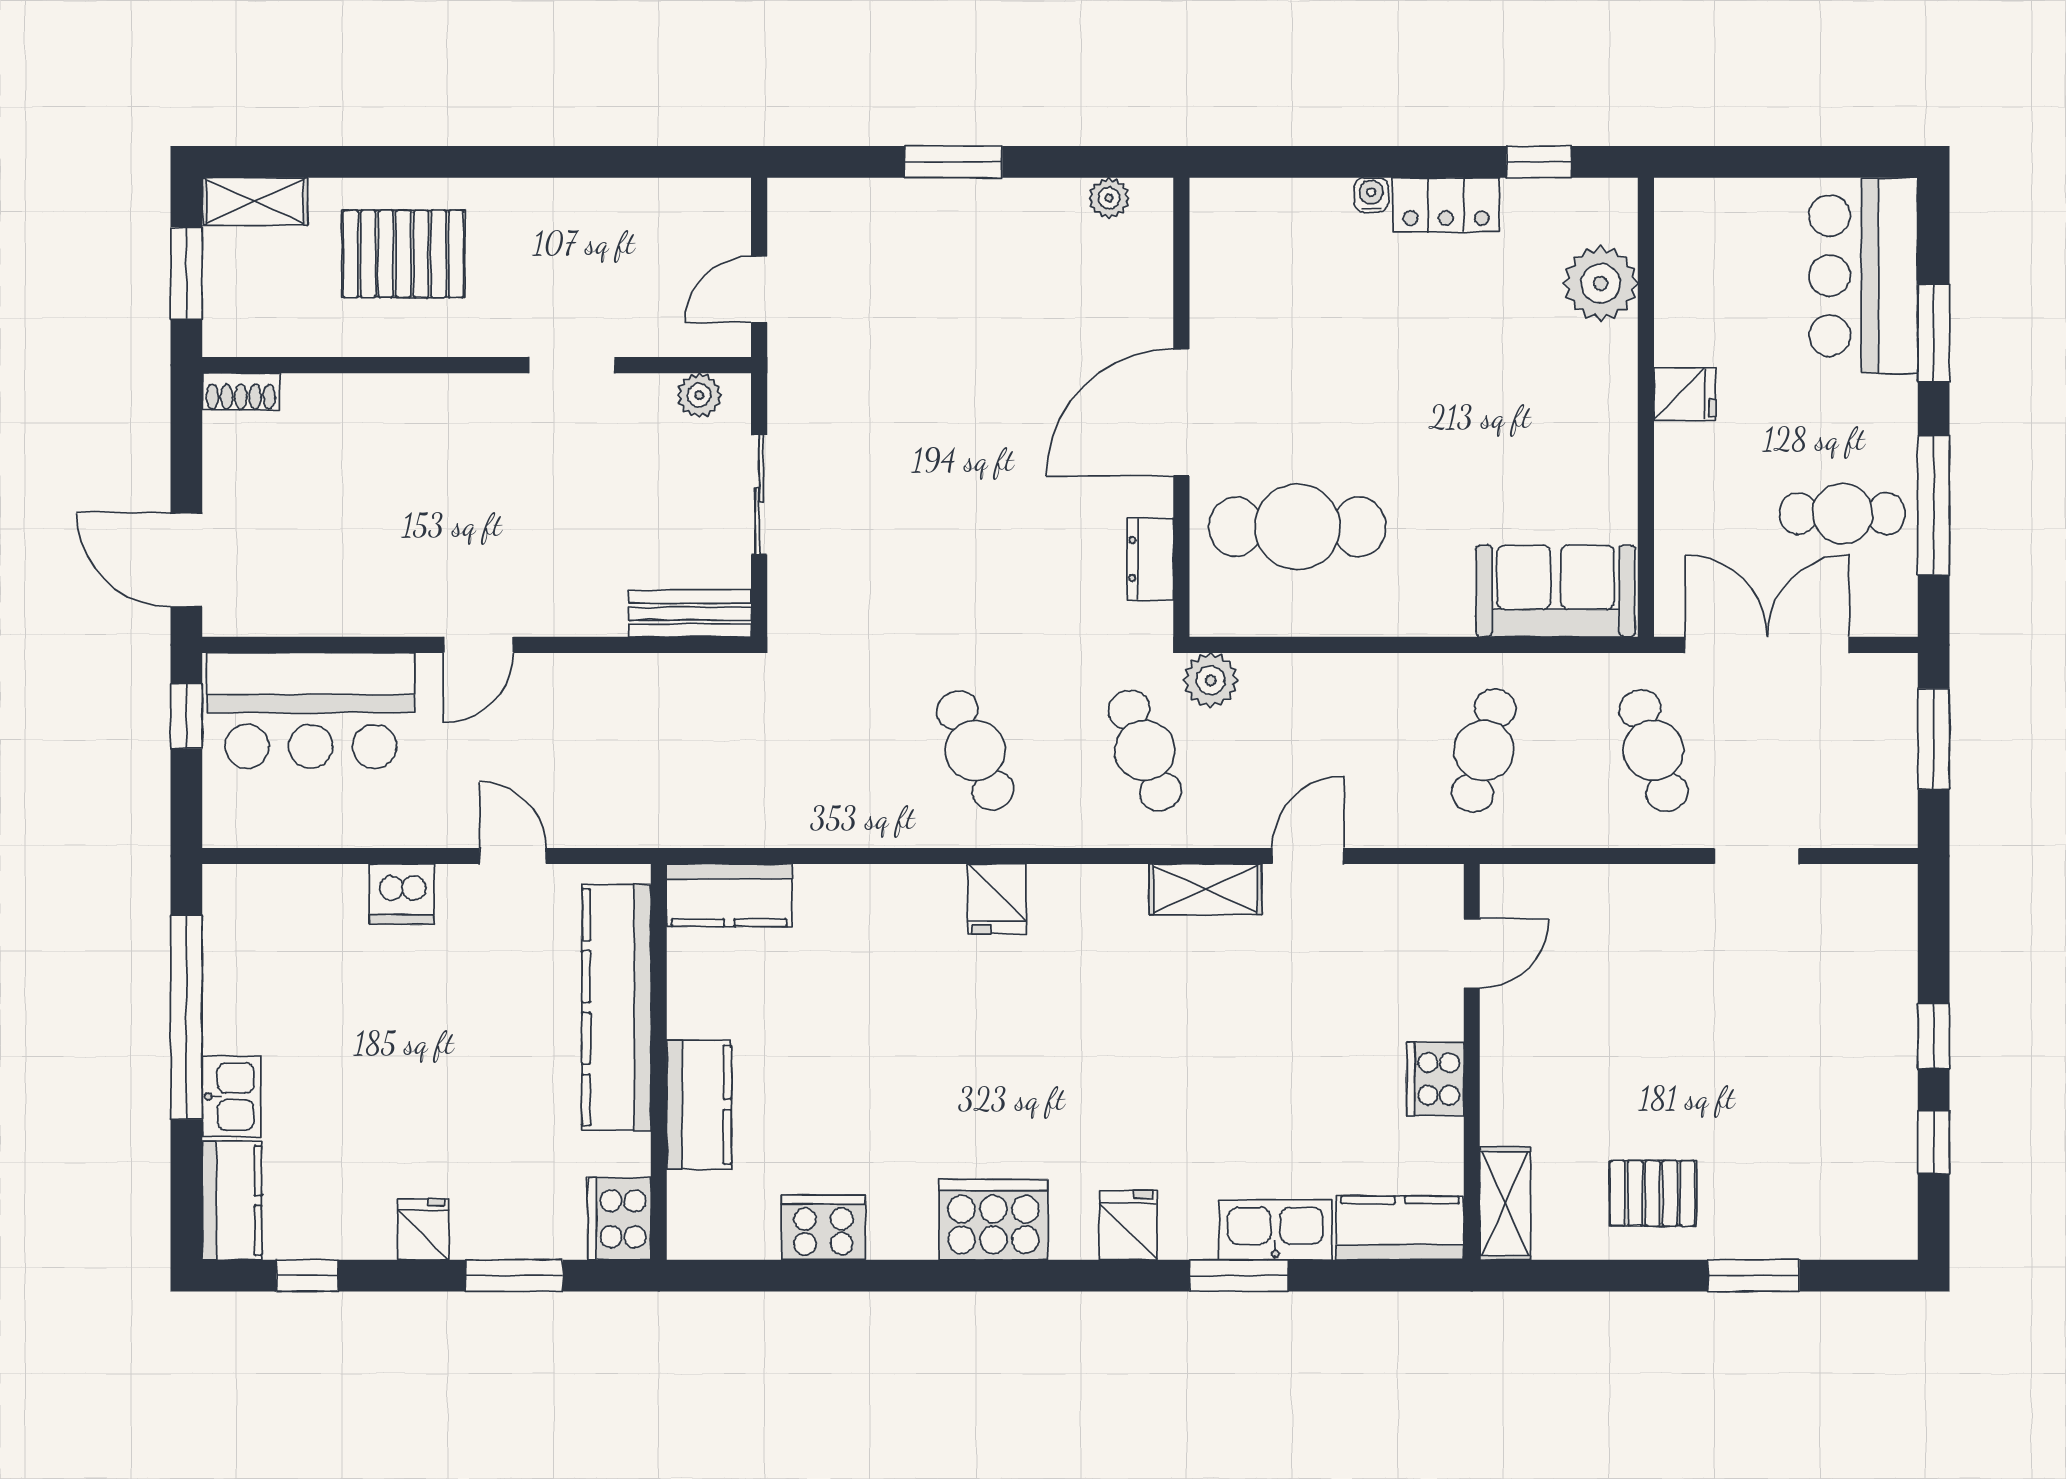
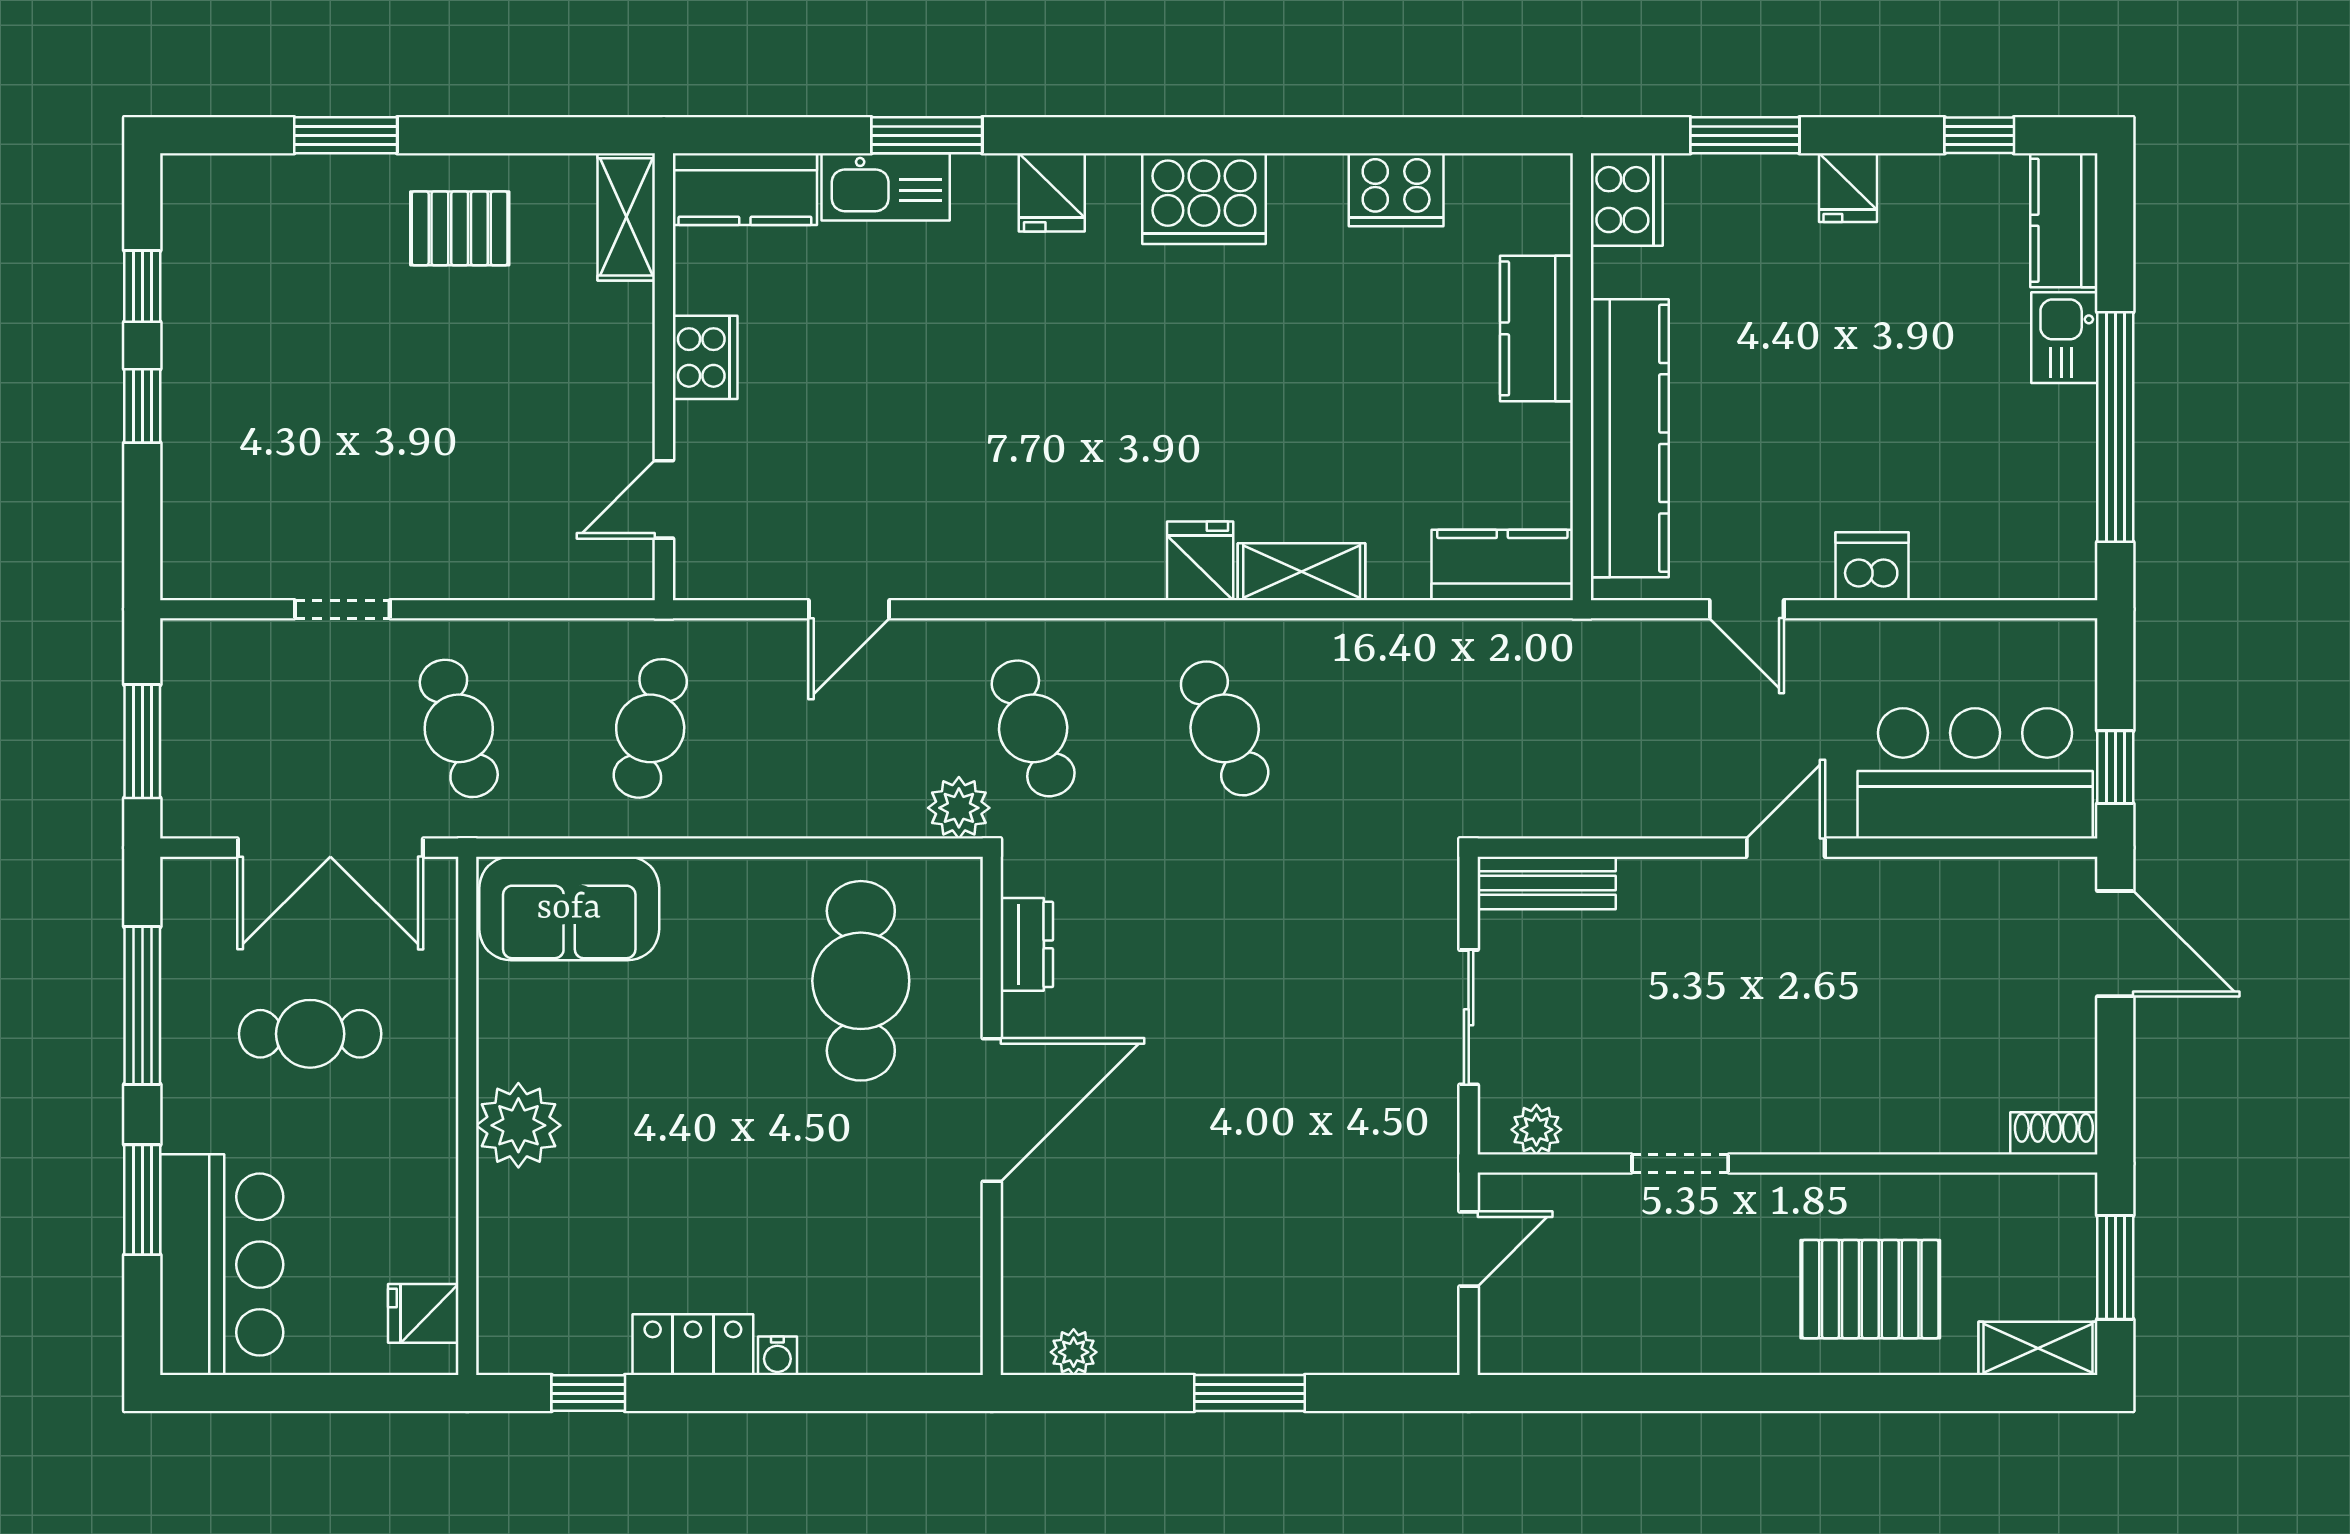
plant: (1601, 283) -> (518, 1125), moved
fridge: (1685, 394) -> (423, 1313), moved
cafe table: (1842, 514) -> (310, 1034), moved
cafe table: (1297, 527) -> (861, 981), turned 90
shelving: (1205, 889) -> (1302, 572), moved

